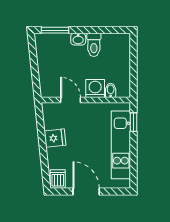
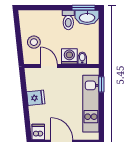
window: (55, 30) -> (83, 8), moved
washbasin: (78, 39) -> (87, 17), moved, width x1.91, depth x1.45
stool: (53, 71) -> (34, 42), added

